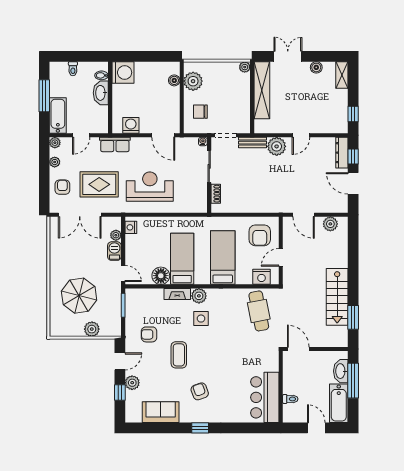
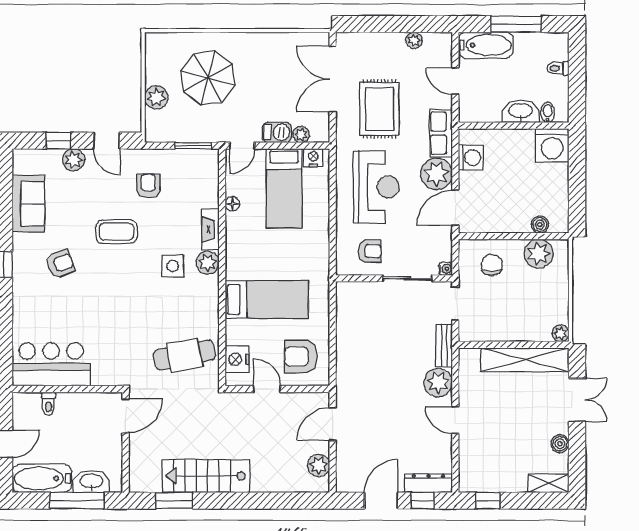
plant: (55, 143) -> (437, 174), moved, width x1.88, depth x1.88
armchair: (62, 187) -> (370, 251), moved
shoe rack: (216, 194) -> (365, 289), removed
bed: (182, 259) -> (284, 188), moved, turned 90
floor lamp: (161, 276) -> (232, 204), width x0.53, depth x0.53

